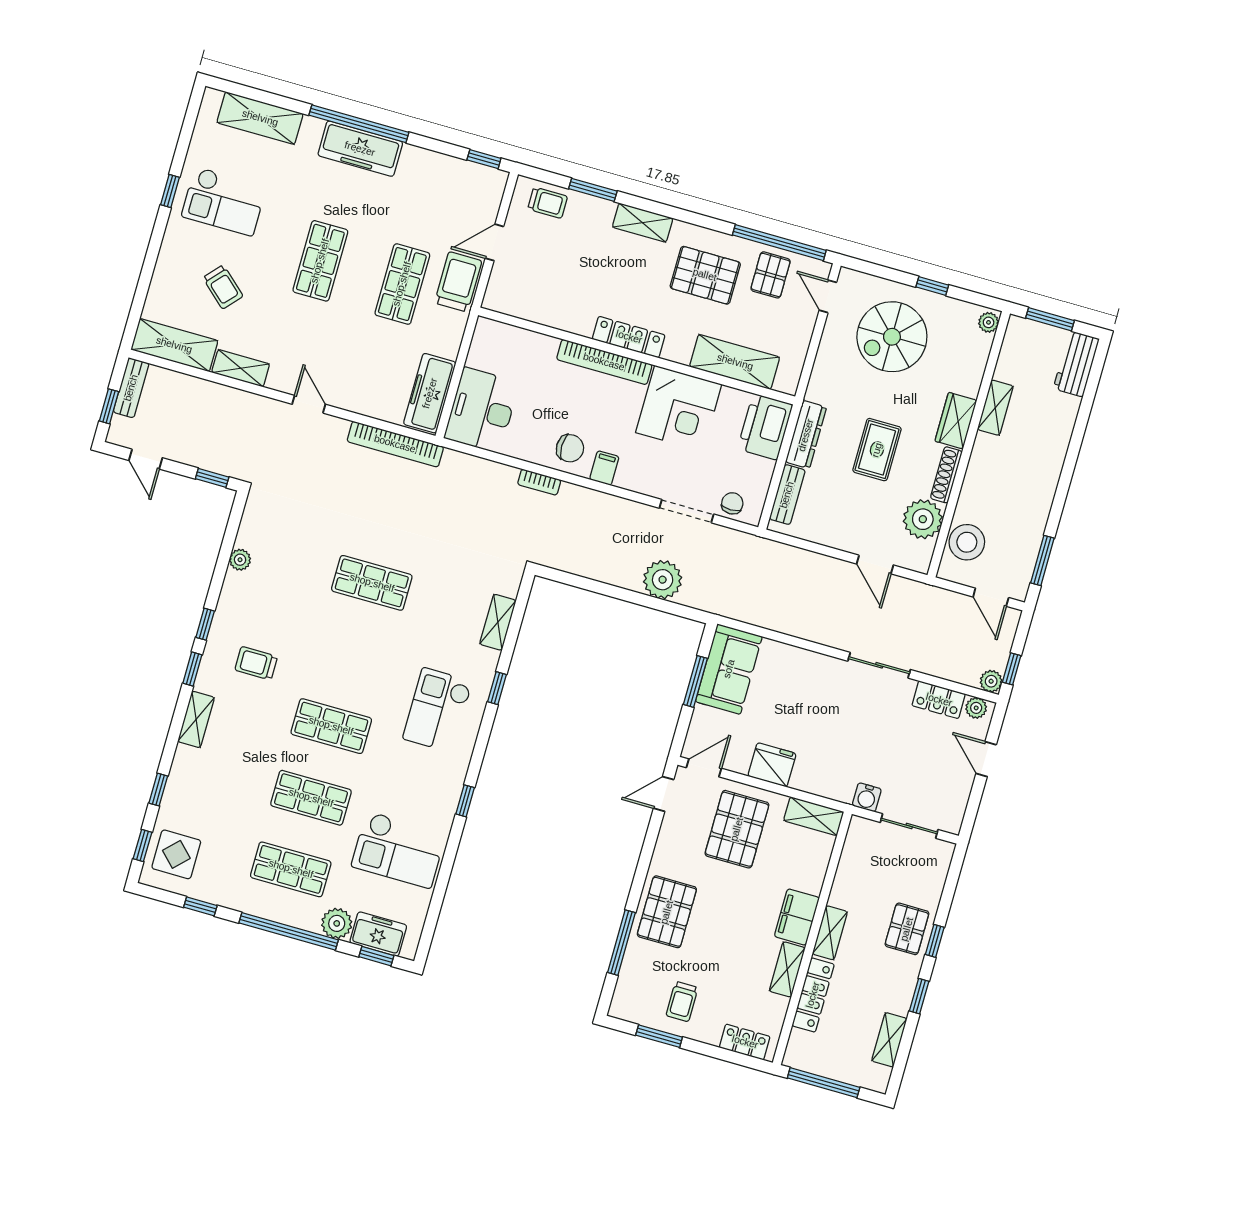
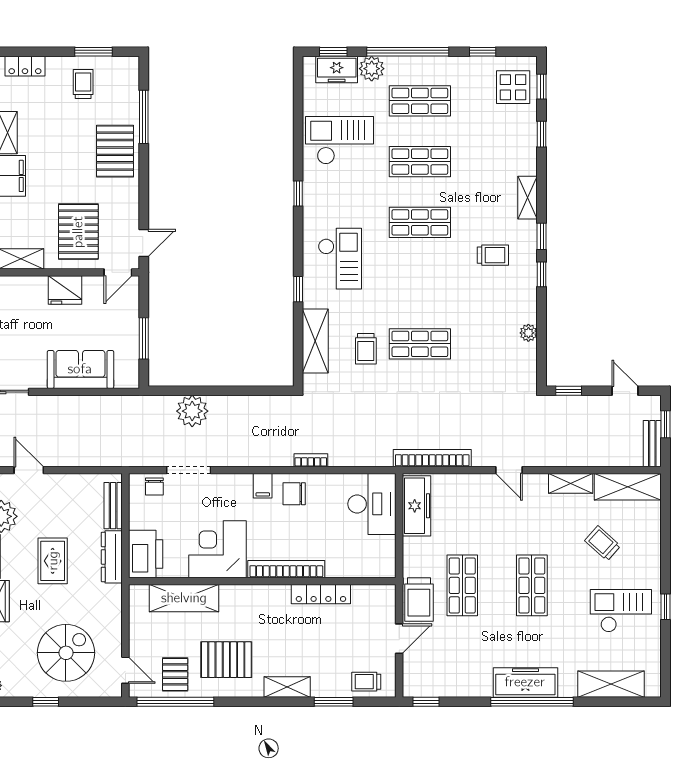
locker: (629, 337) -> (321, 594), moved
trolley: (437, 595) -> (366, 349), added
shelving: (498, 622) -> (315, 341), width x1.50, depth x1.33
sofa: (729, 669) -> (80, 369), moved, turned 90

